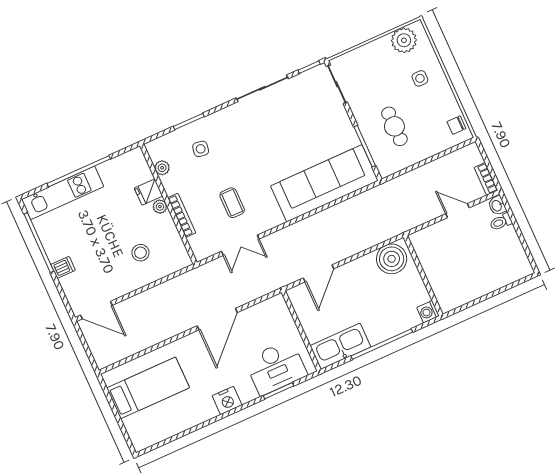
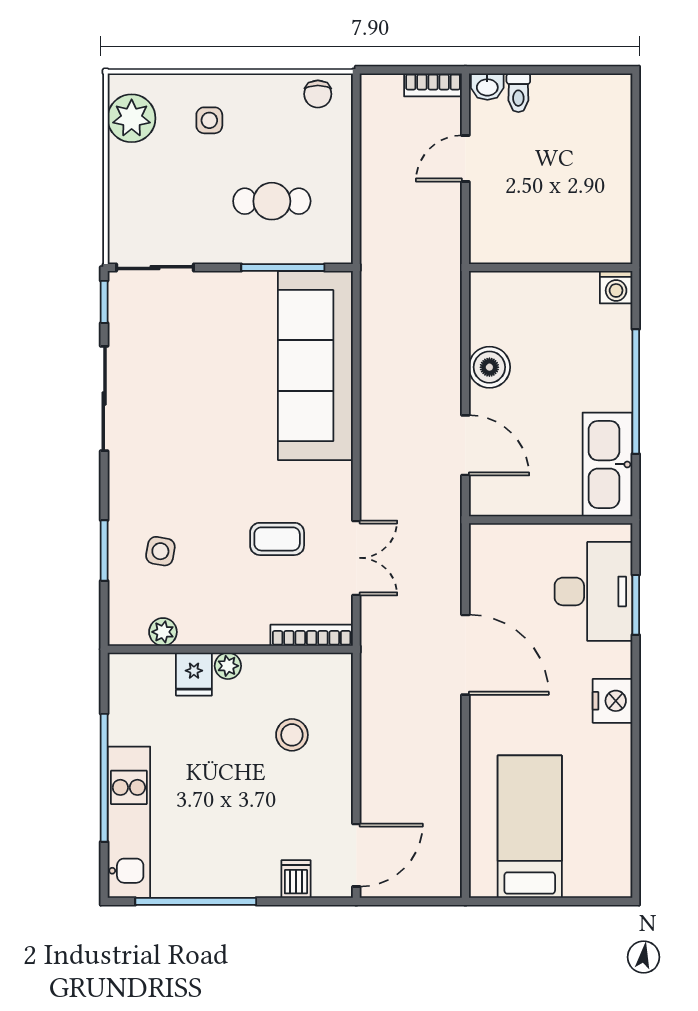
bookcase: (182, 215) -> (312, 635), moved
boiler: (392, 259) -> (489, 367), moved, width x0.73, depth x0.73
dishwasher: (63, 267) -> (296, 879), moved

